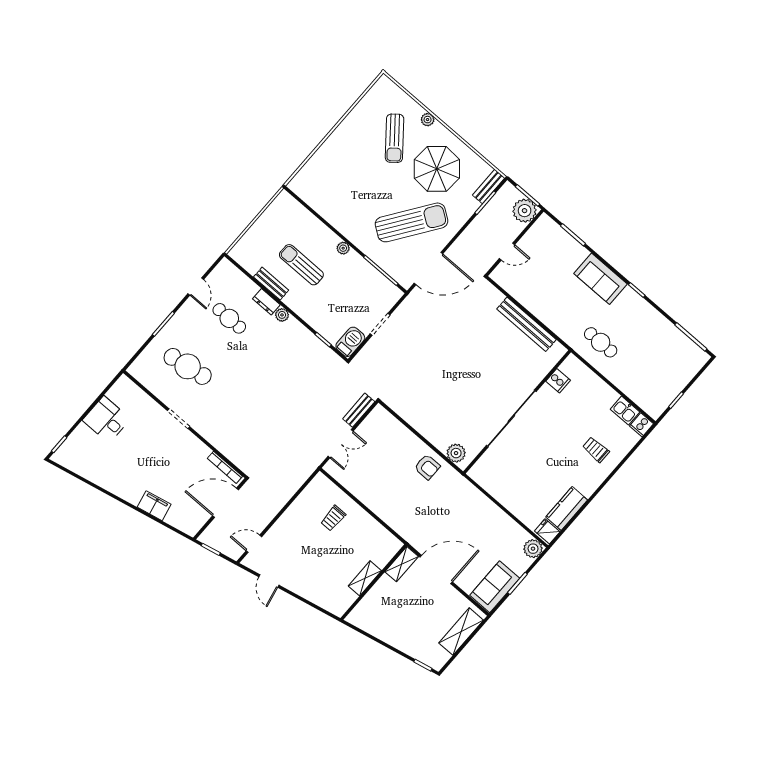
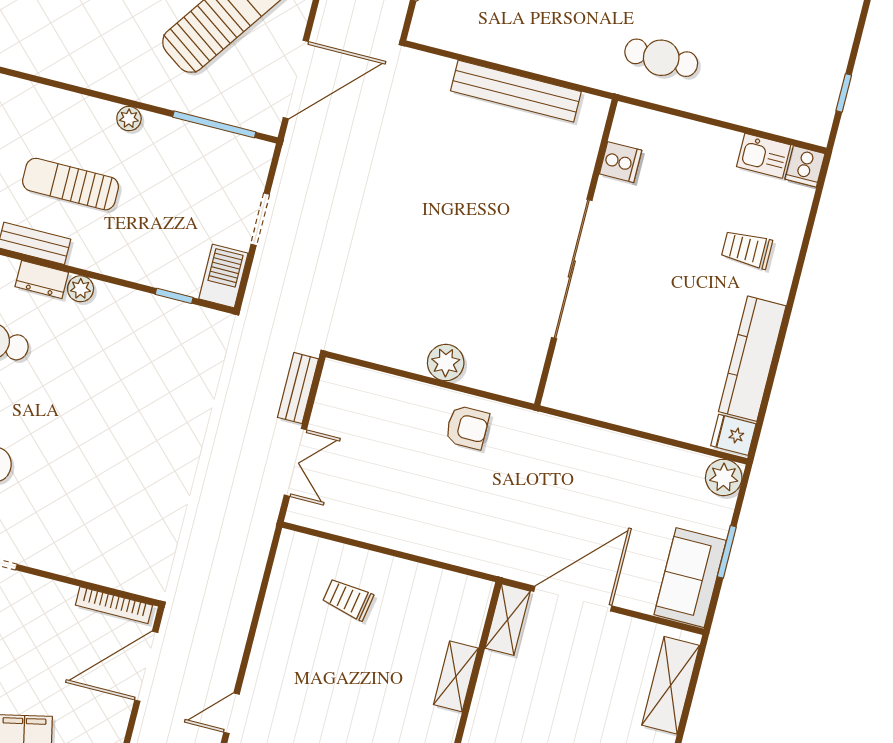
plant: (456, 453) -> (446, 363), moved
kitchen counter: (567, 509) -> (752, 359), width x1.50
trolley: (333, 518) -> (348, 599), turned 100

